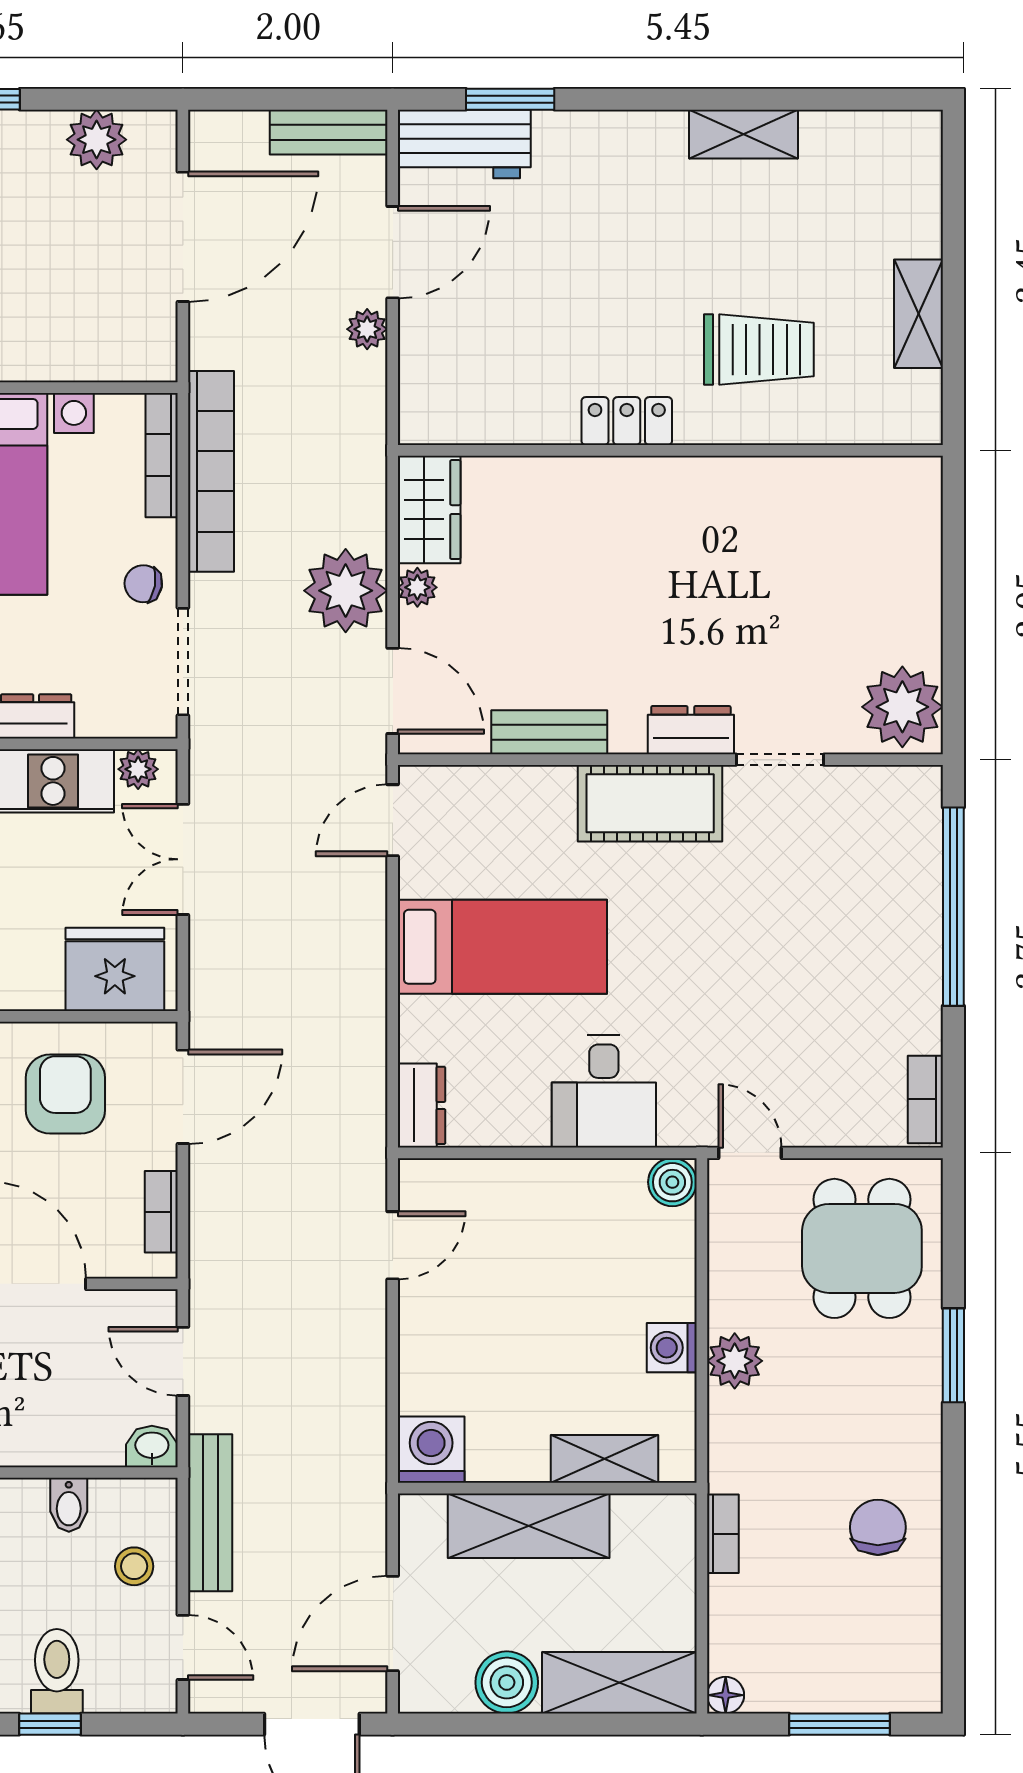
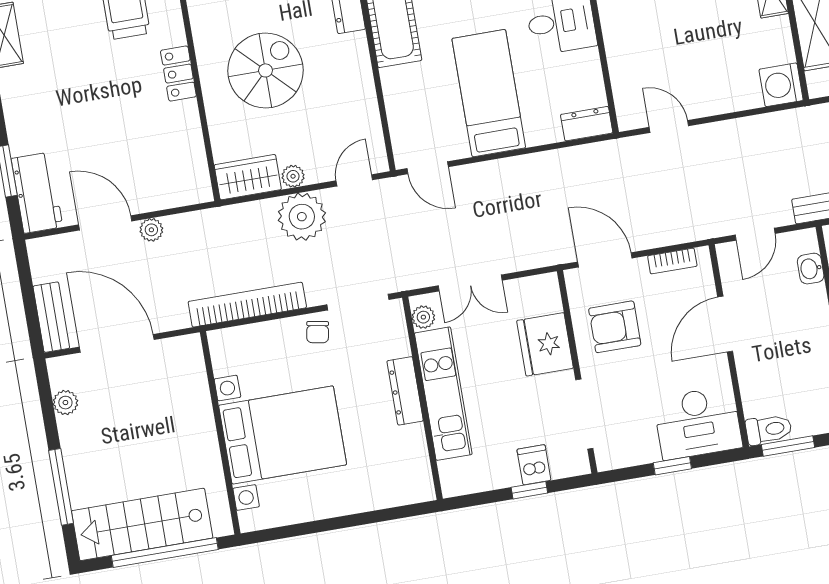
bench: (329, 132) -> (51, 317), moved
plant: (97, 140) -> (65, 403), width x0.73, depth x0.73
bookcase: (162, 455) -> (243, 334), removed
spiral stairs: (607, 571) -> (266, 70), added
door: (393, 691) -> (354, 180), width x0.73
bench: (549, 732) -> (363, 87), removed
fridge: (115, 969) -> (545, 344), moved
washbasin: (152, 1446) -> (811, 269), moved

